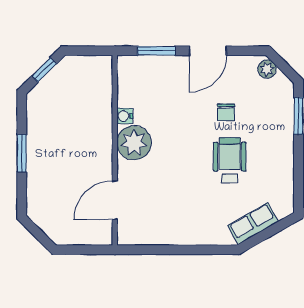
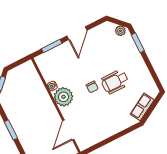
plant: (267, 69) -> (120, 31), moved
chair: (226, 112) -> (92, 87), moved
wheelchair: (230, 160) -> (115, 82), turned -90

